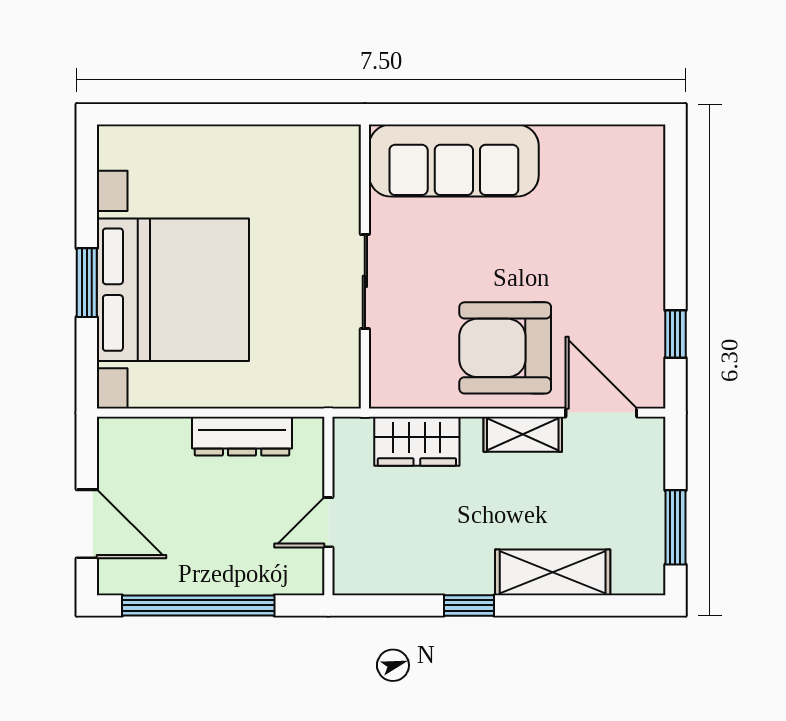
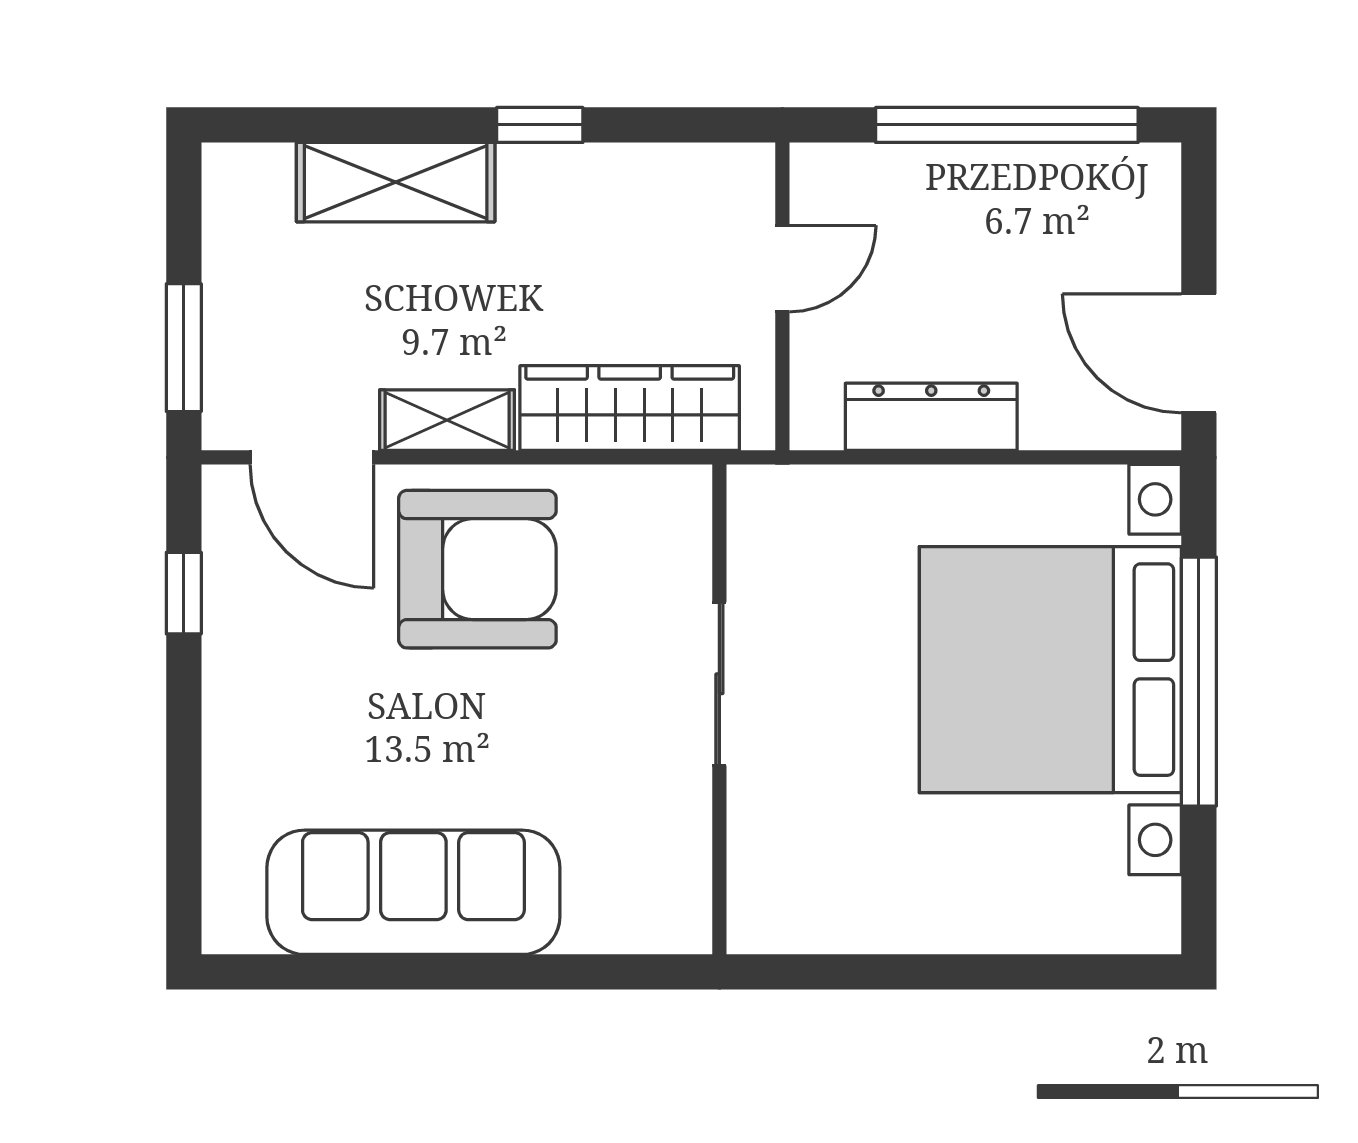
sofa: (454, 161) -> (413, 892), moved
window: (87, 283) -> (1199, 682), width x2.11
wardrobe: (417, 441) -> (630, 408), width x1.50
door: (87, 524) -> (1199, 353), moved
window: (675, 527) -> (184, 348), moved

